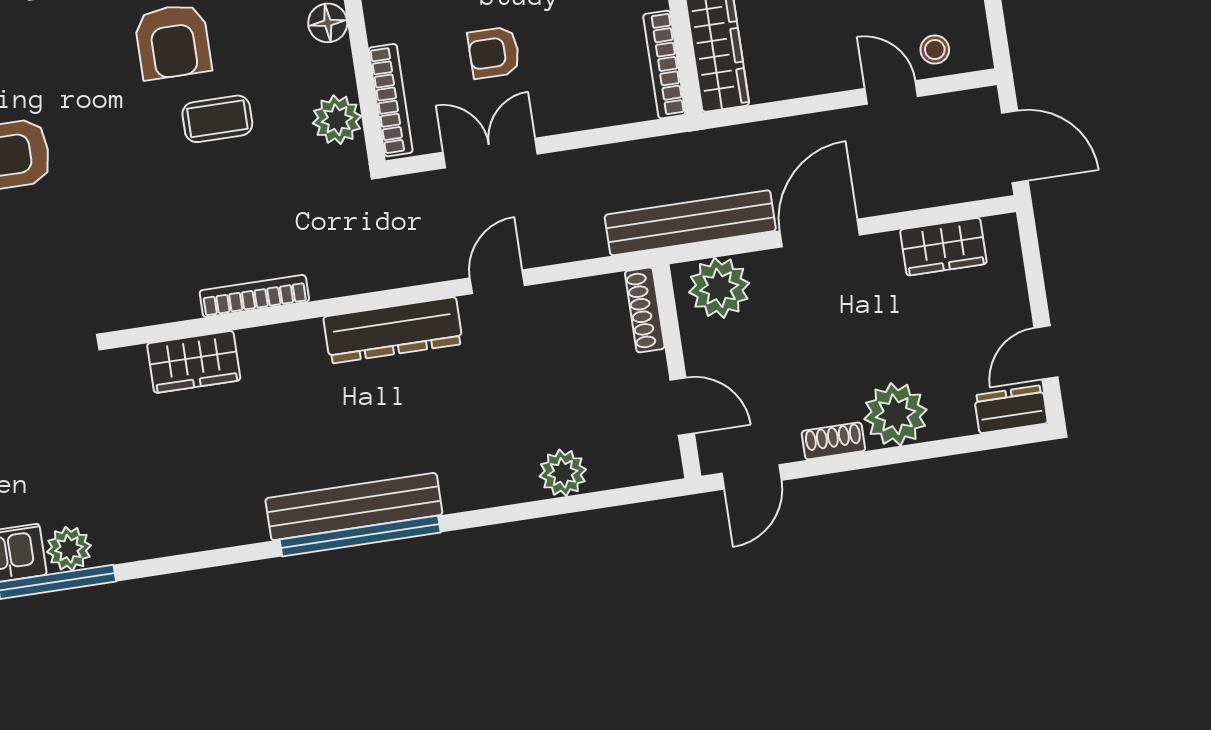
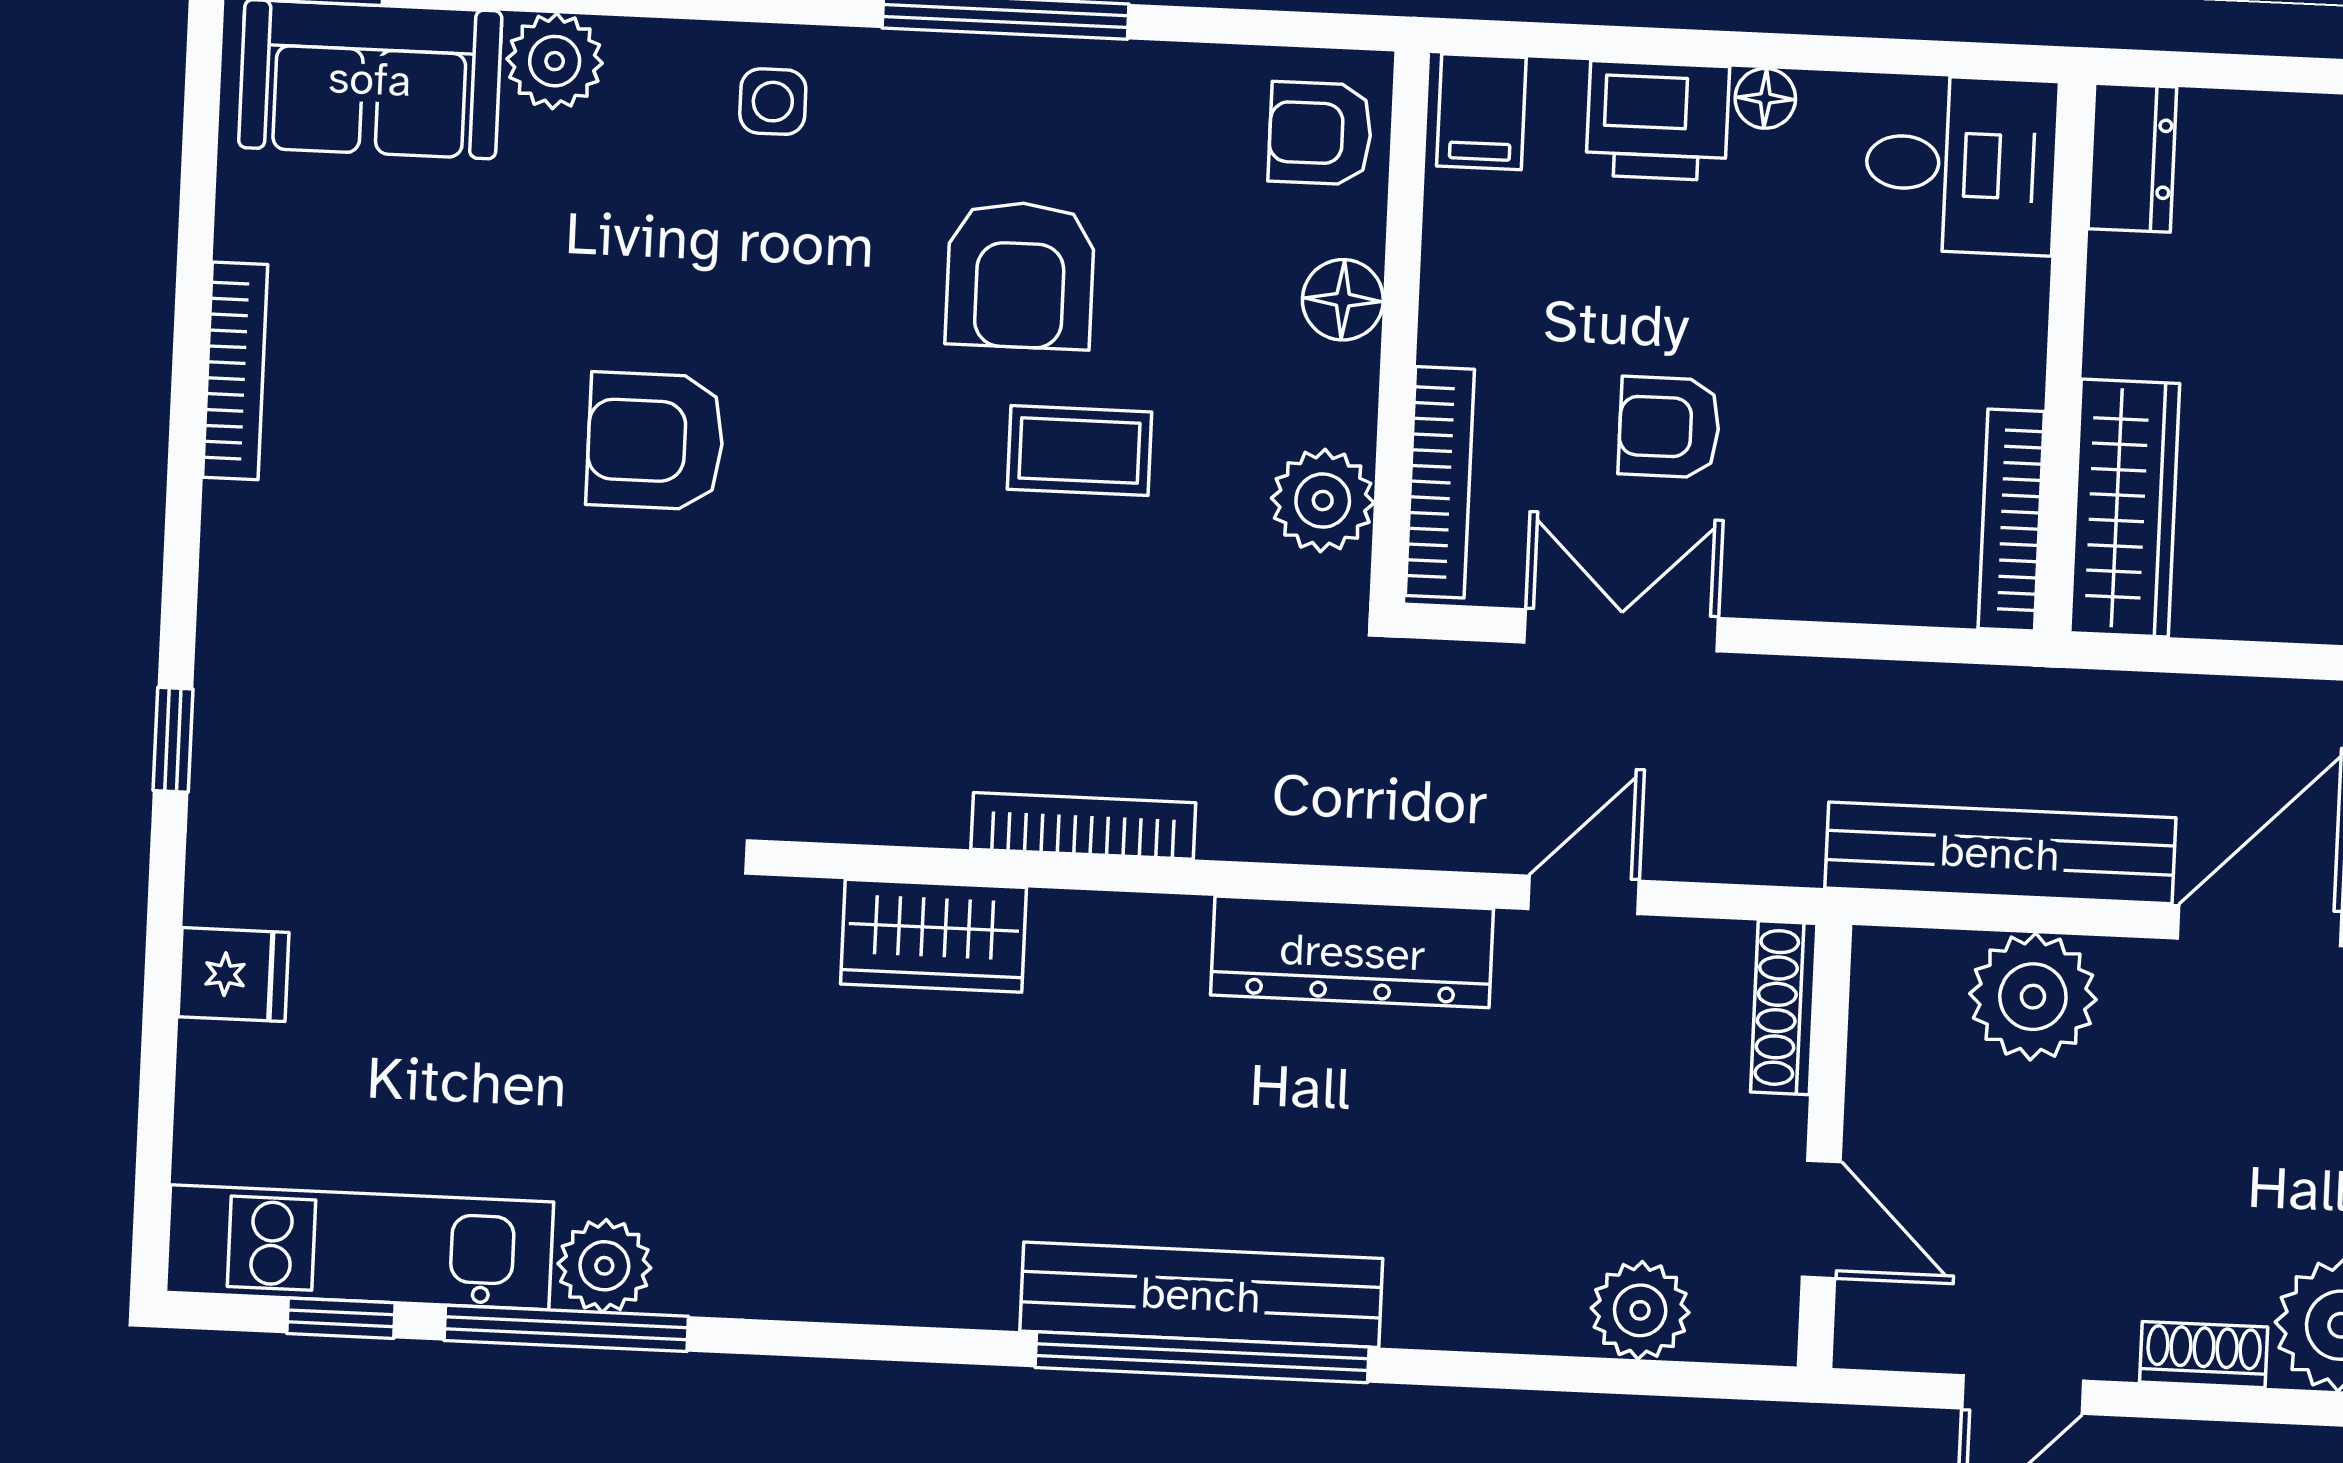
shoe rack: (645, 310) -> (1784, 1008), moved
wall: (677, 371) -> (1824, 1146), moved
door: (682, 406) -> (1821, 1219), moved

